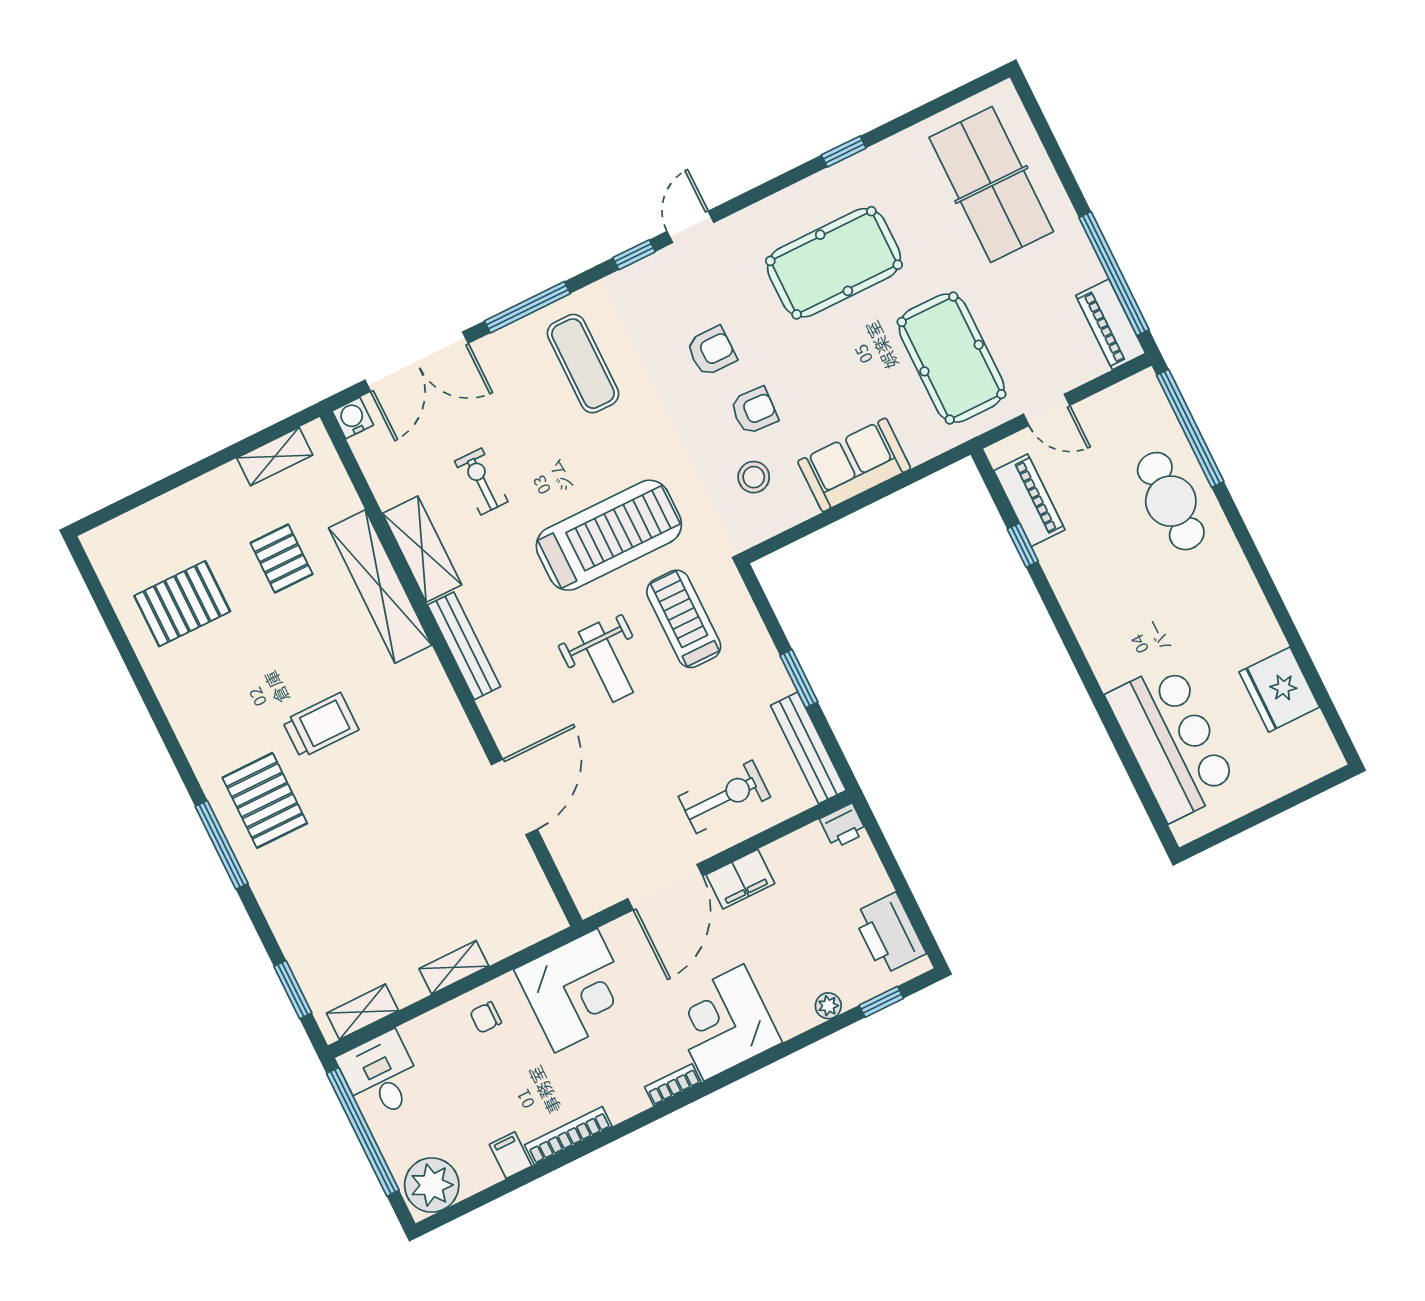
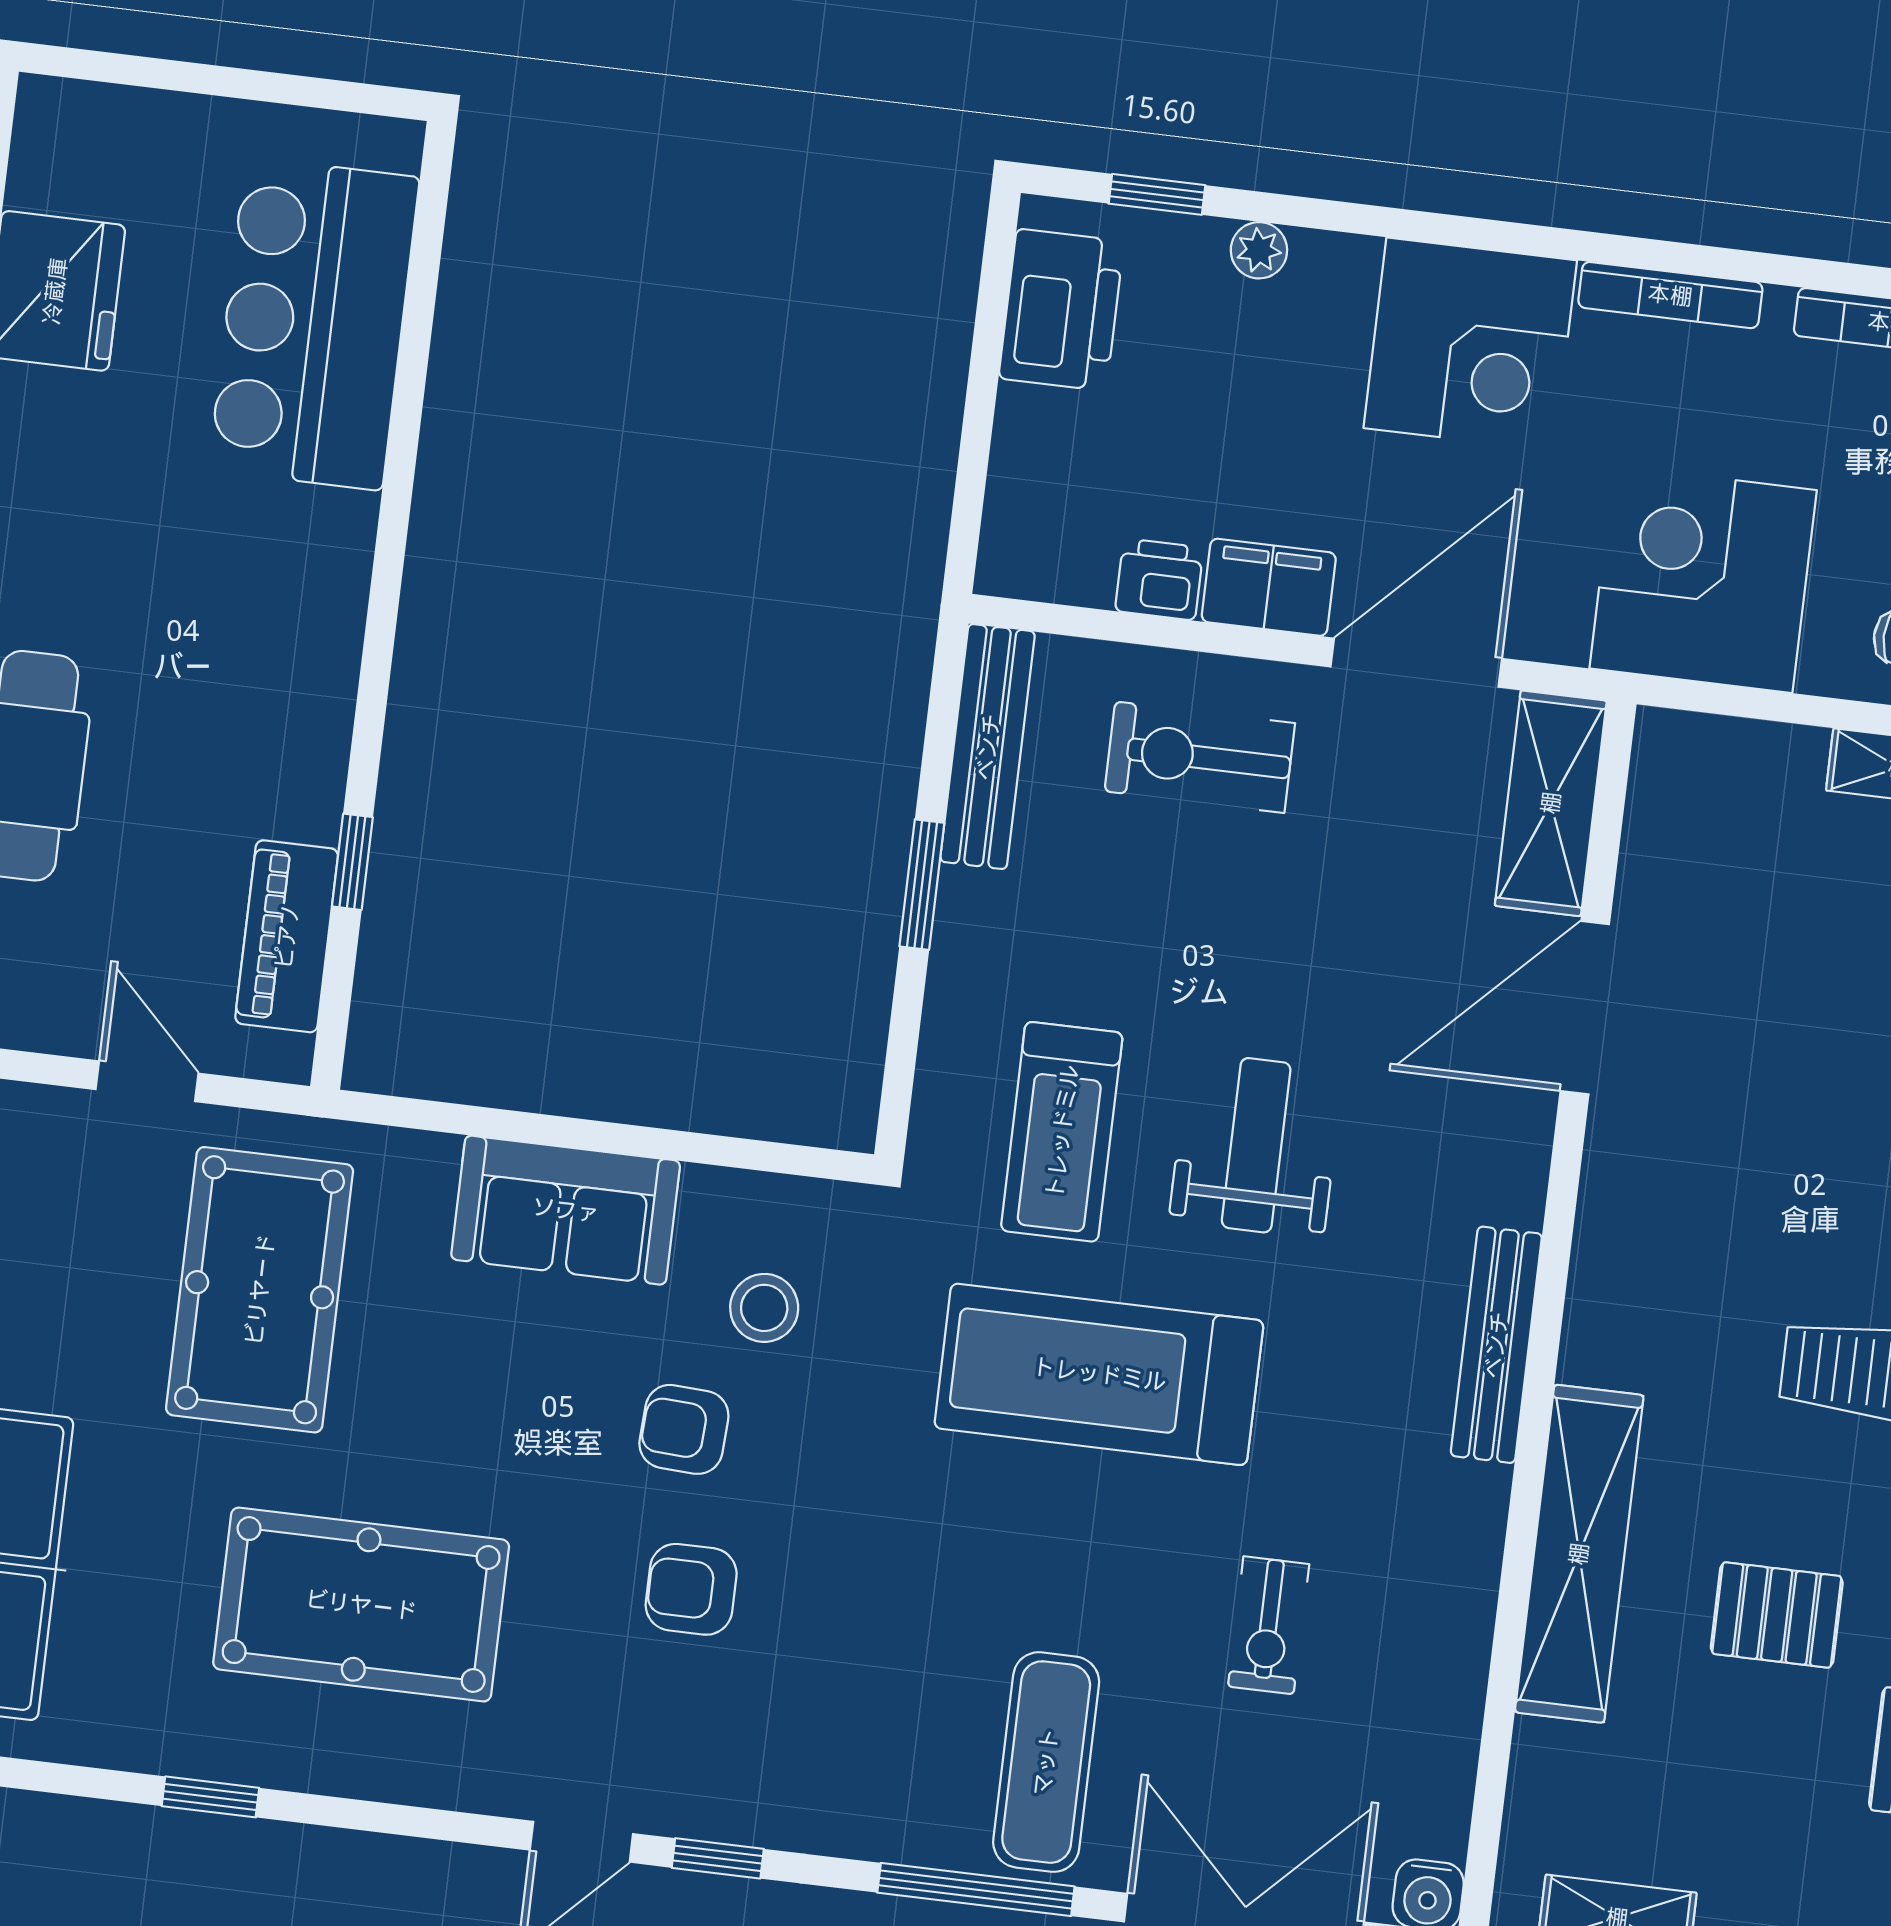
exercise mat: (583, 364) -> (1046, 1762), moved
shelving: (422, 549) -> (1551, 803), moved
pallet: (281, 558) -> (1777, 1615), moved, turned 90
printer: (843, 826) -> (1159, 579), moved
bookcase: (673, 1085) -> (1670, 295), width x1.56

